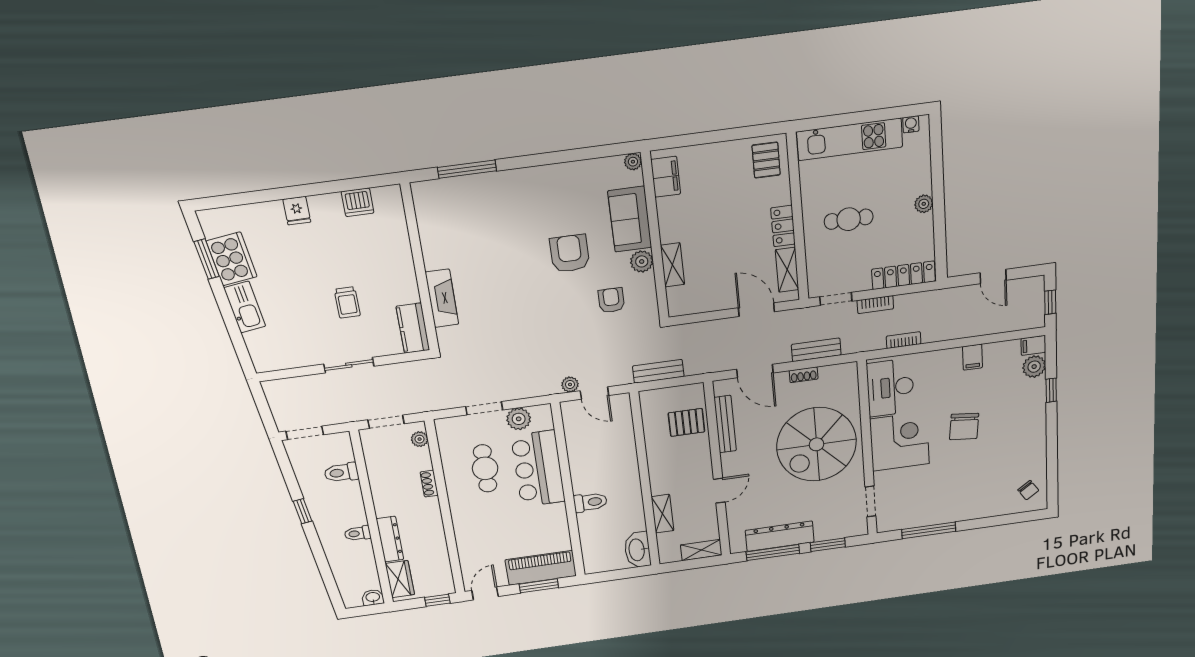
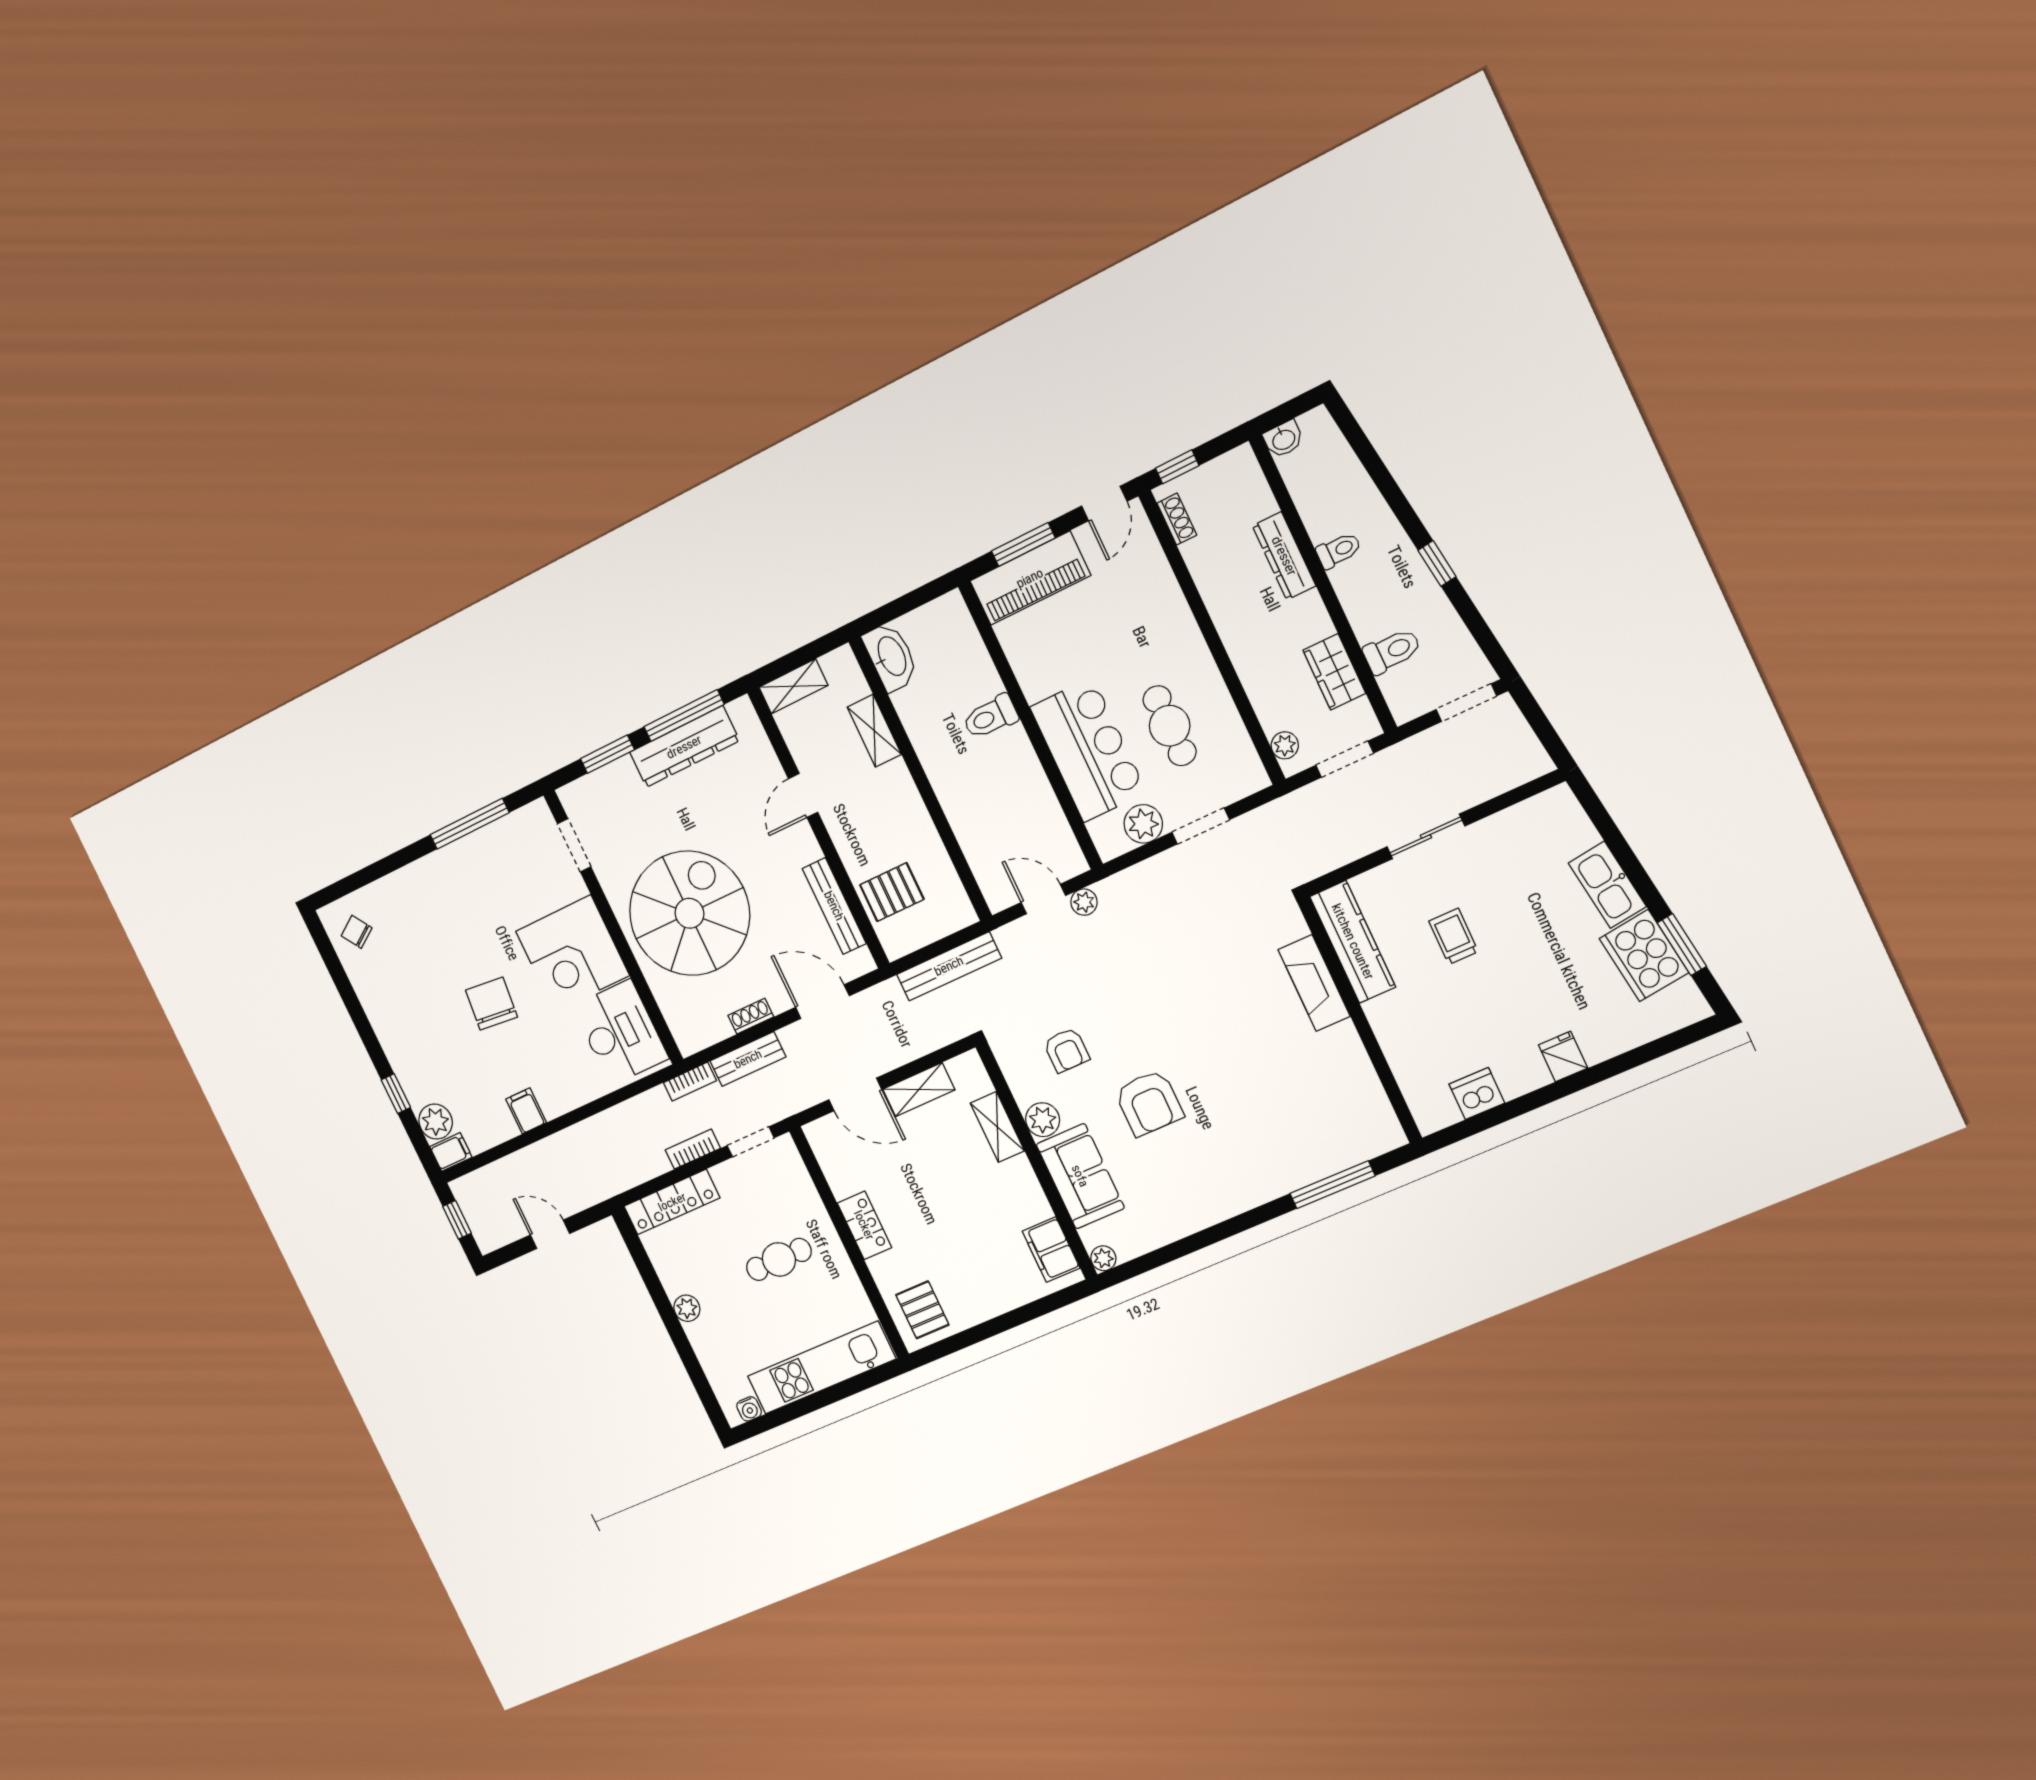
shelving: (787, 270) -> (919, 1090), moved, turned 90
kitchen counter: (413, 328) -> (1353, 942), width x1.50
bookcase: (904, 340) -> (690, 1082), moved
bench: (658, 371) -> (949, 966), width x1.36
shoe rack: (429, 484) -> (1177, 519), moved
wardrobe: (400, 579) -> (1334, 672), moved

